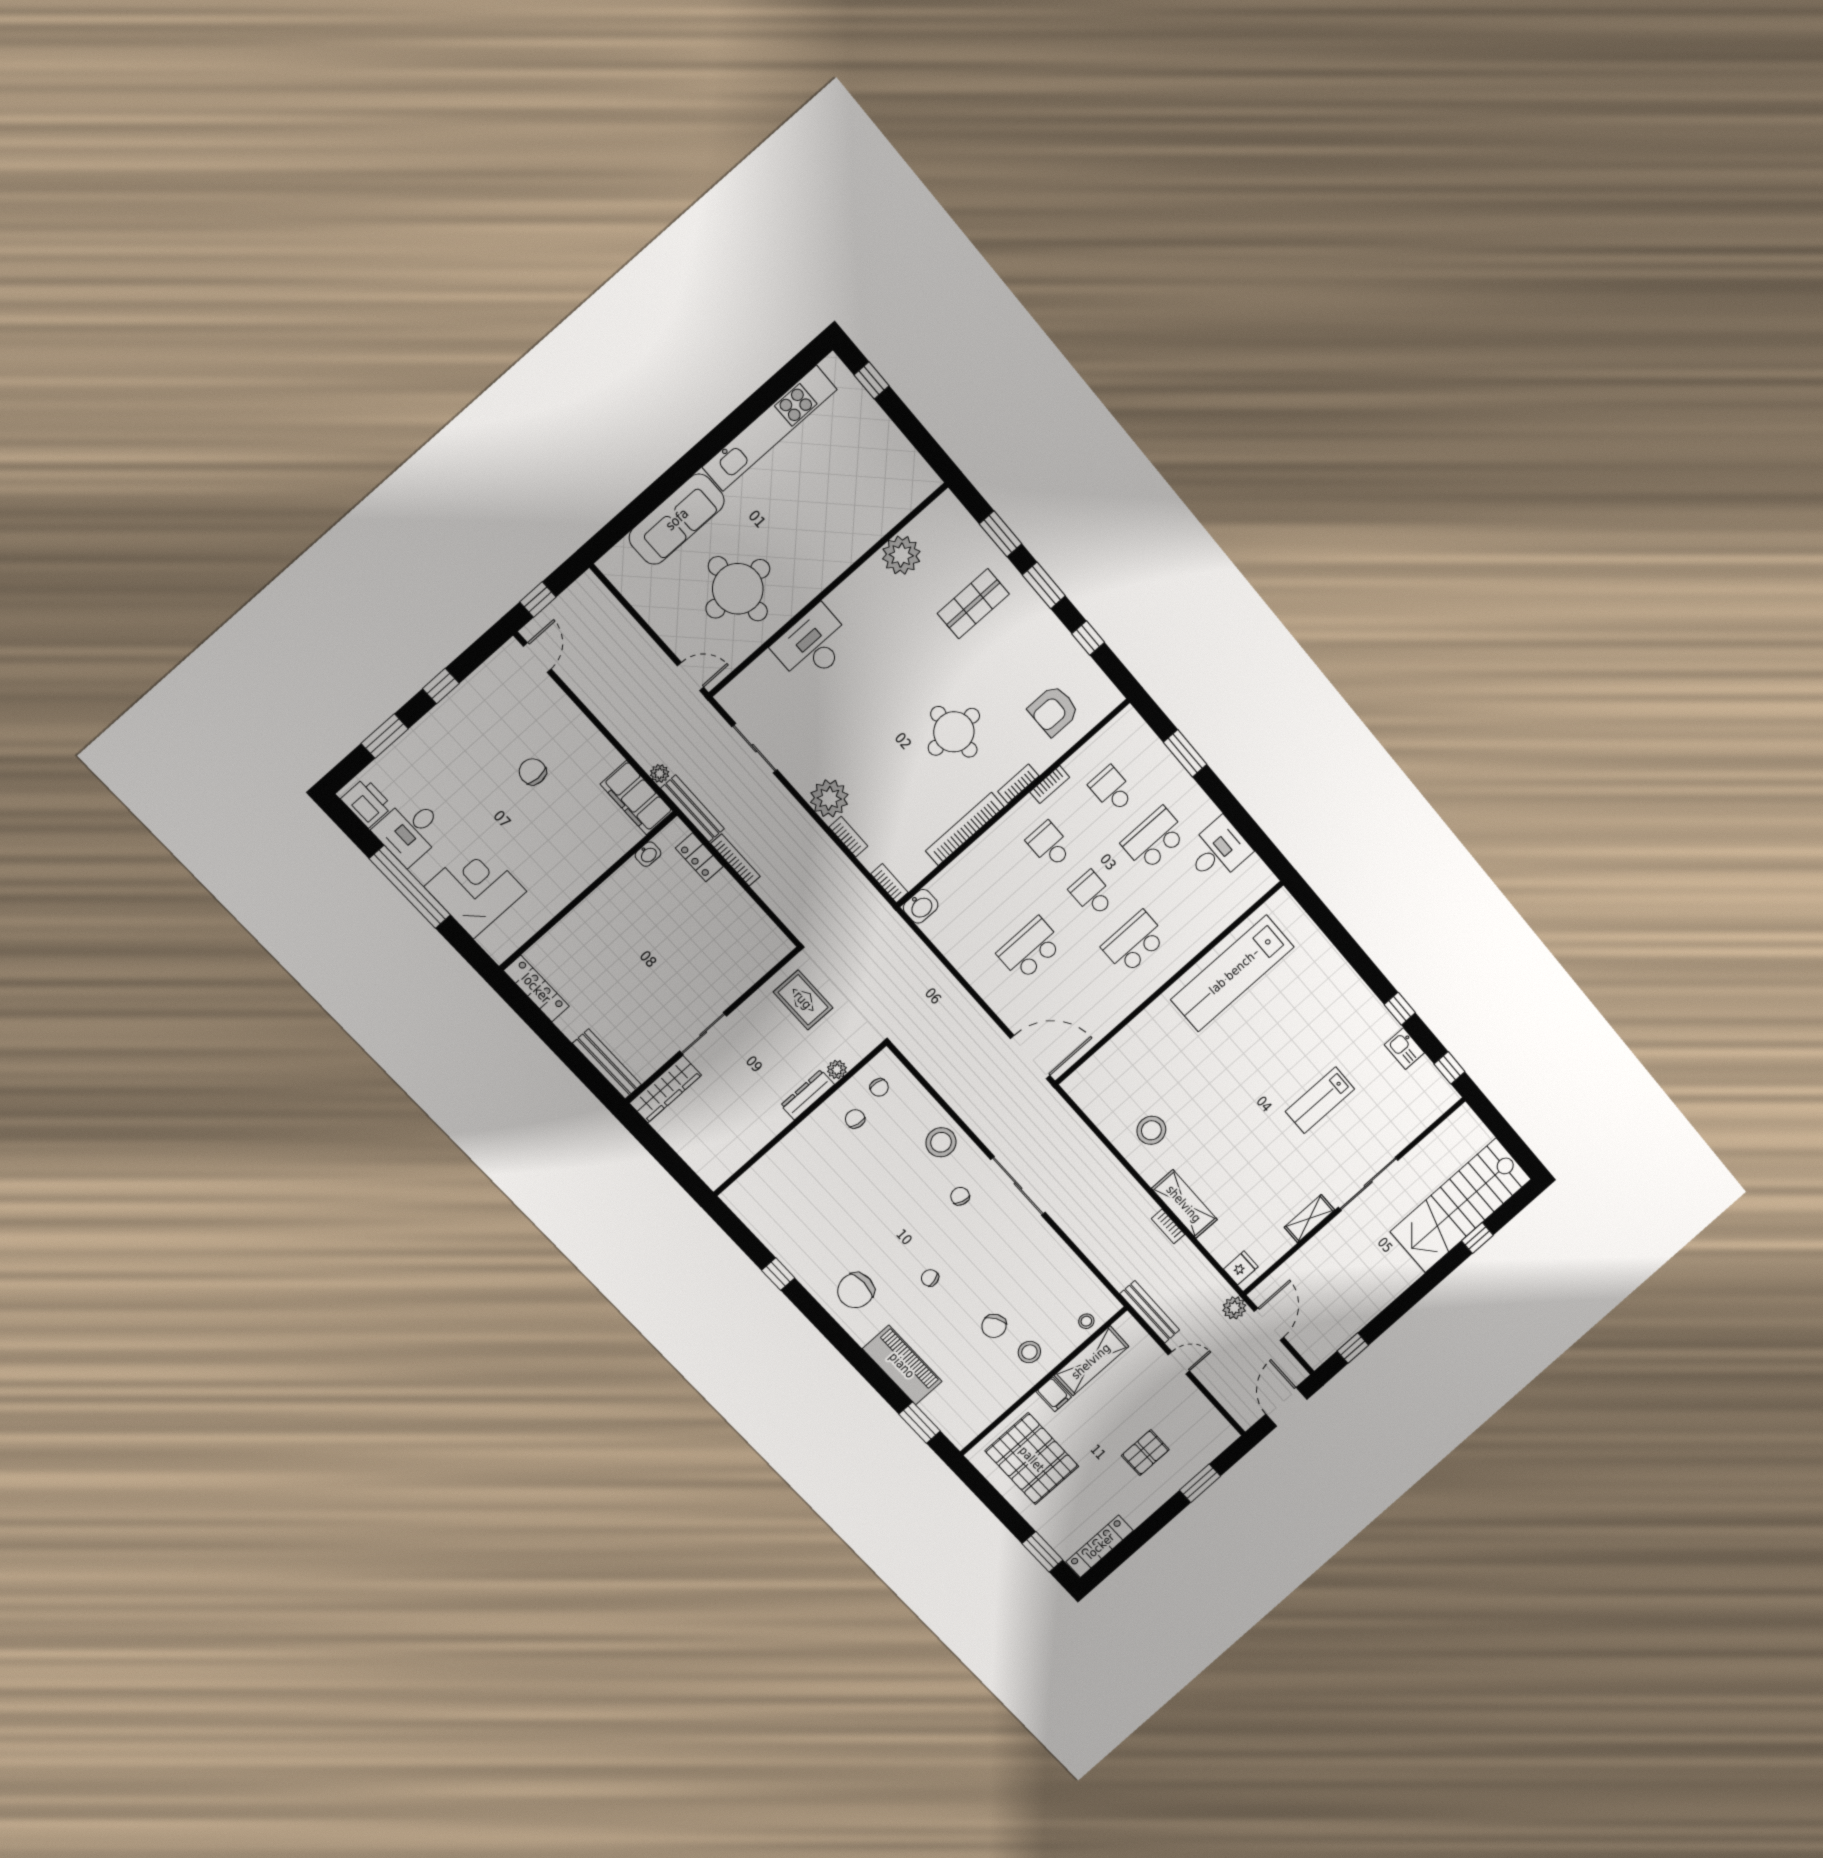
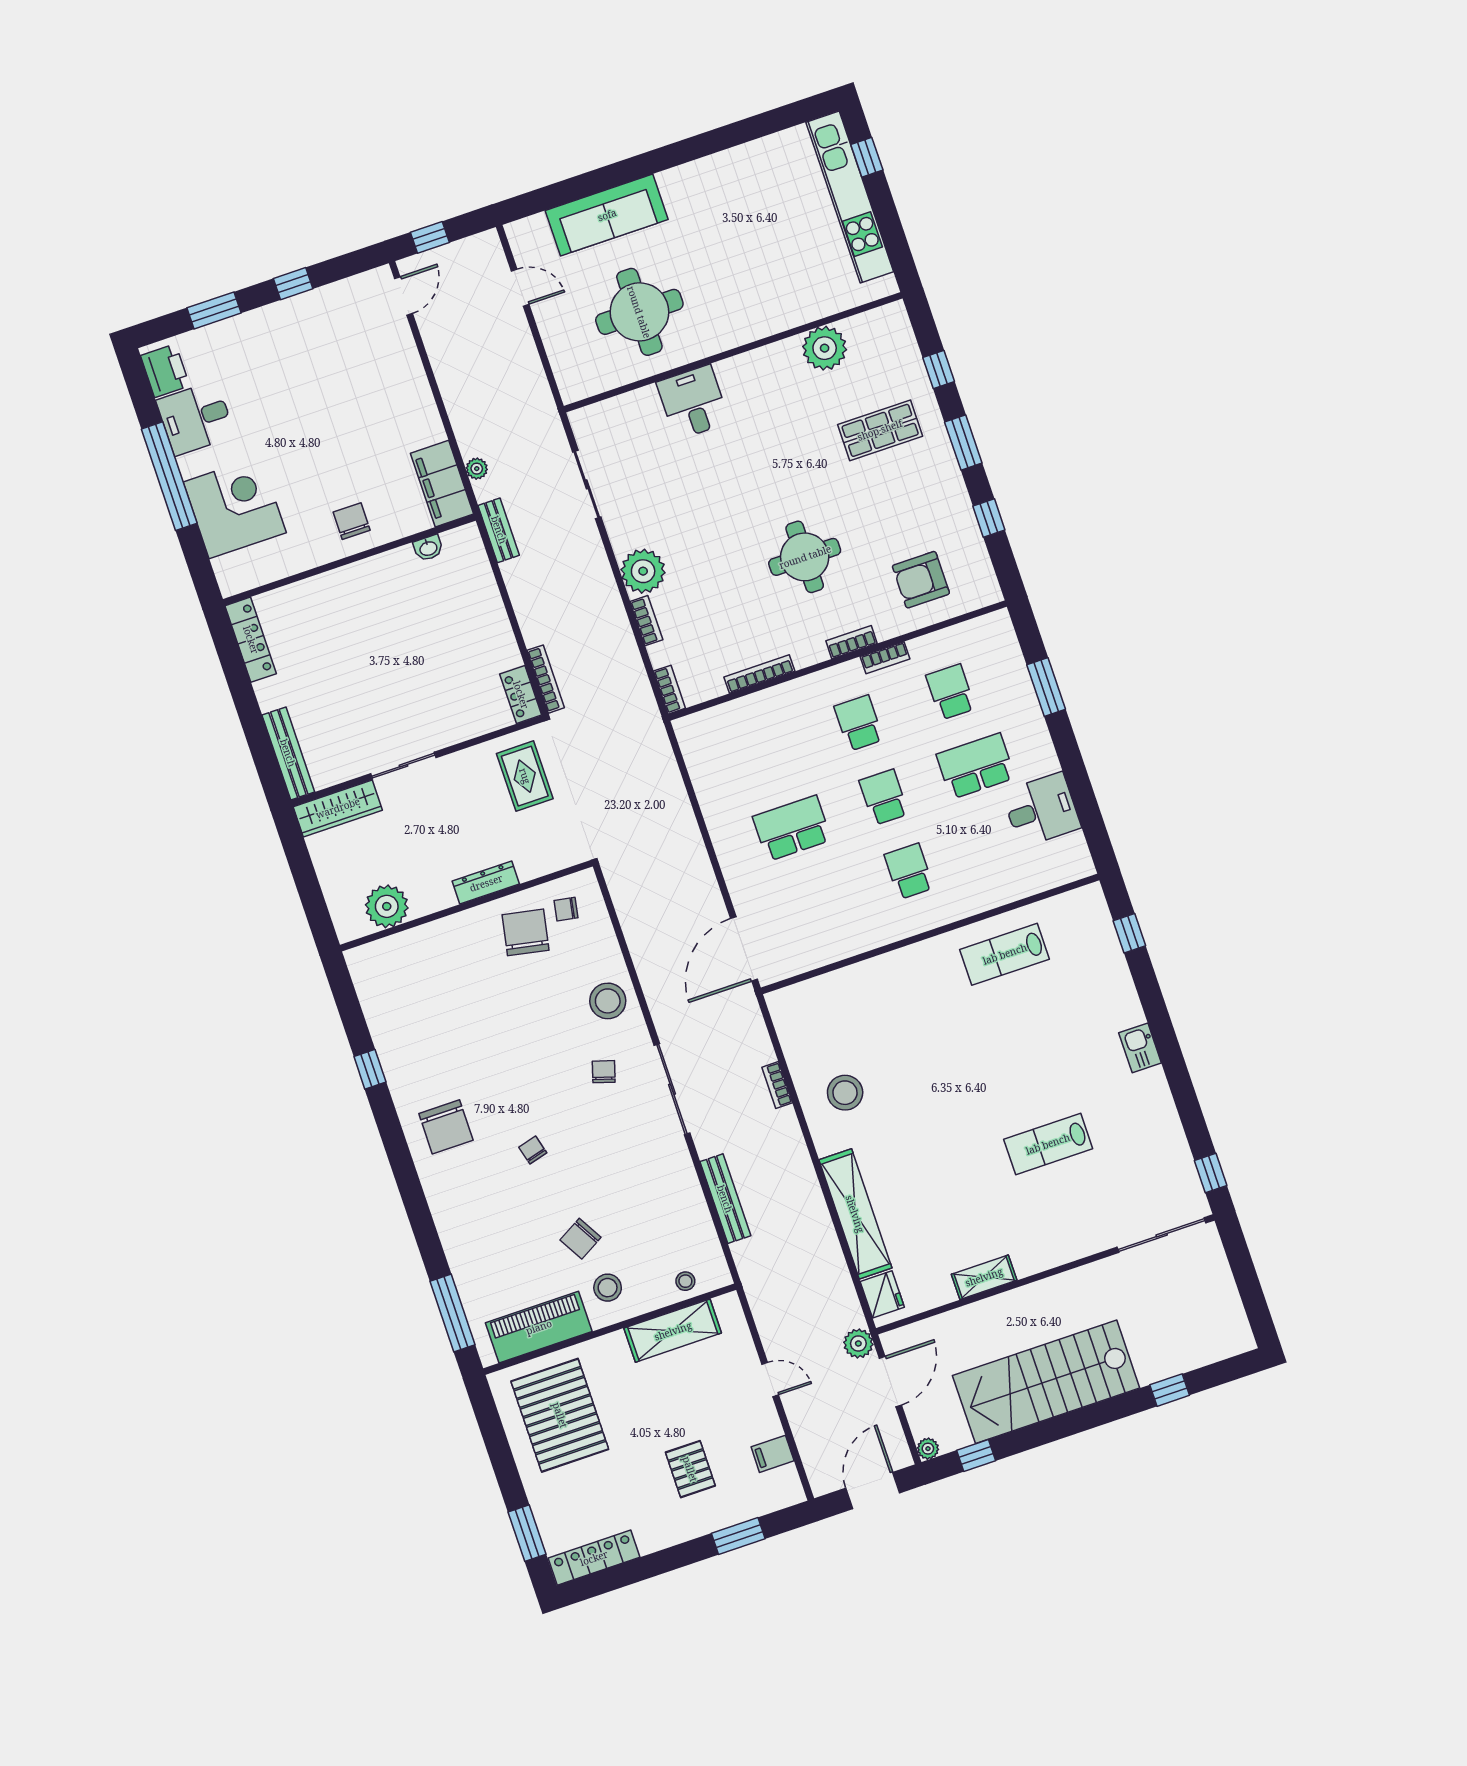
kitchen unit: (770, 428) -> (850, 197), moved, turned 90
window: (1001, 534) -> (939, 370), width x0.67
desk: (813, 645) -> (693, 402), width x0.73
door: (690, 677) -> (520, 288), moved
chair: (533, 772) -> (352, 521), moved
bench: (692, 808) -> (499, 530), width x0.73
bookcase: (965, 829) -> (759, 674), width x0.68, depth x0.76
locker: (699, 857) -> (521, 695), moved
bookcase: (735, 860) -> (546, 679), moved
washbasin: (921, 906) -> (693, 729), removed
school desk: (1134, 942) -> (909, 871), width x0.54
lab bench: (1232, 973) -> (1005, 954), width x0.54, depth x0.72
window: (1400, 1009) -> (1129, 933), moved
kitchen sink: (1404, 1049) -> (1140, 1048), moved
door: (1030, 1057) -> (744, 949), swing flipped
plant: (837, 1070) -> (387, 906), moved, width x1.88, depth x1.88
chair: (879, 1087) -> (566, 909), turned 92
chair: (855, 1119) -> (526, 932), width x1.87, depth x1.87
sliding door: (1368, 1184) -> (1162, 1235), moved
shelving: (1184, 1204) -> (855, 1214), width x1.47
stairs: (1461, 1205) -> (1046, 1382), moved
bookcase: (1168, 1226) -> (777, 1085), moved
fridge: (1241, 1268) -> (882, 1294), width x1.38
chair: (856, 1290) -> (446, 1127), turned -90
bench: (1150, 1312) -> (725, 1199), moved
plant: (1315, 1359) -> (928, 1449), added
piano: (902, 1365) -> (539, 1327), moved, turned -90
filing cabinet: (1054, 1394) -> (773, 1454), moved, turned 90
window: (920, 1423) -> (452, 1313), width x1.44
pallet: (1145, 1453) -> (690, 1469), turned 90

